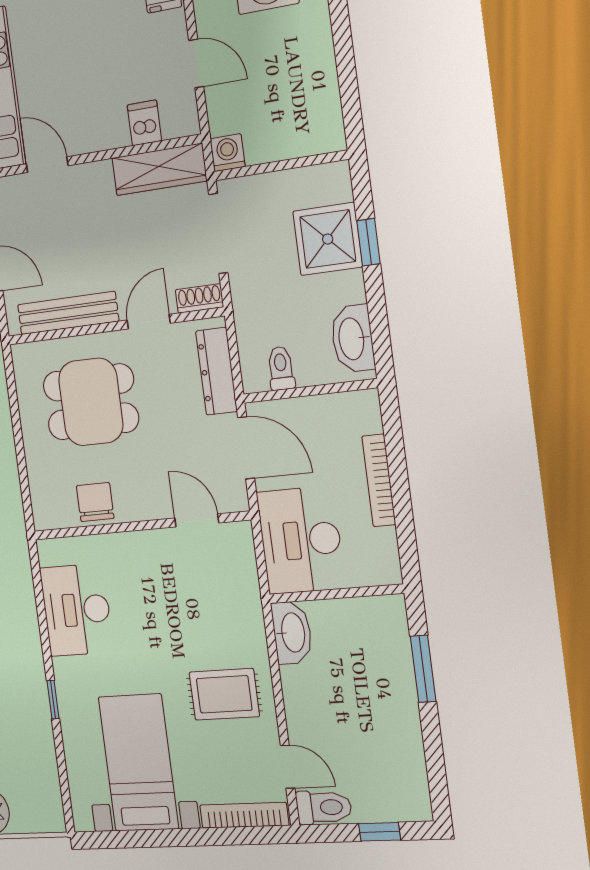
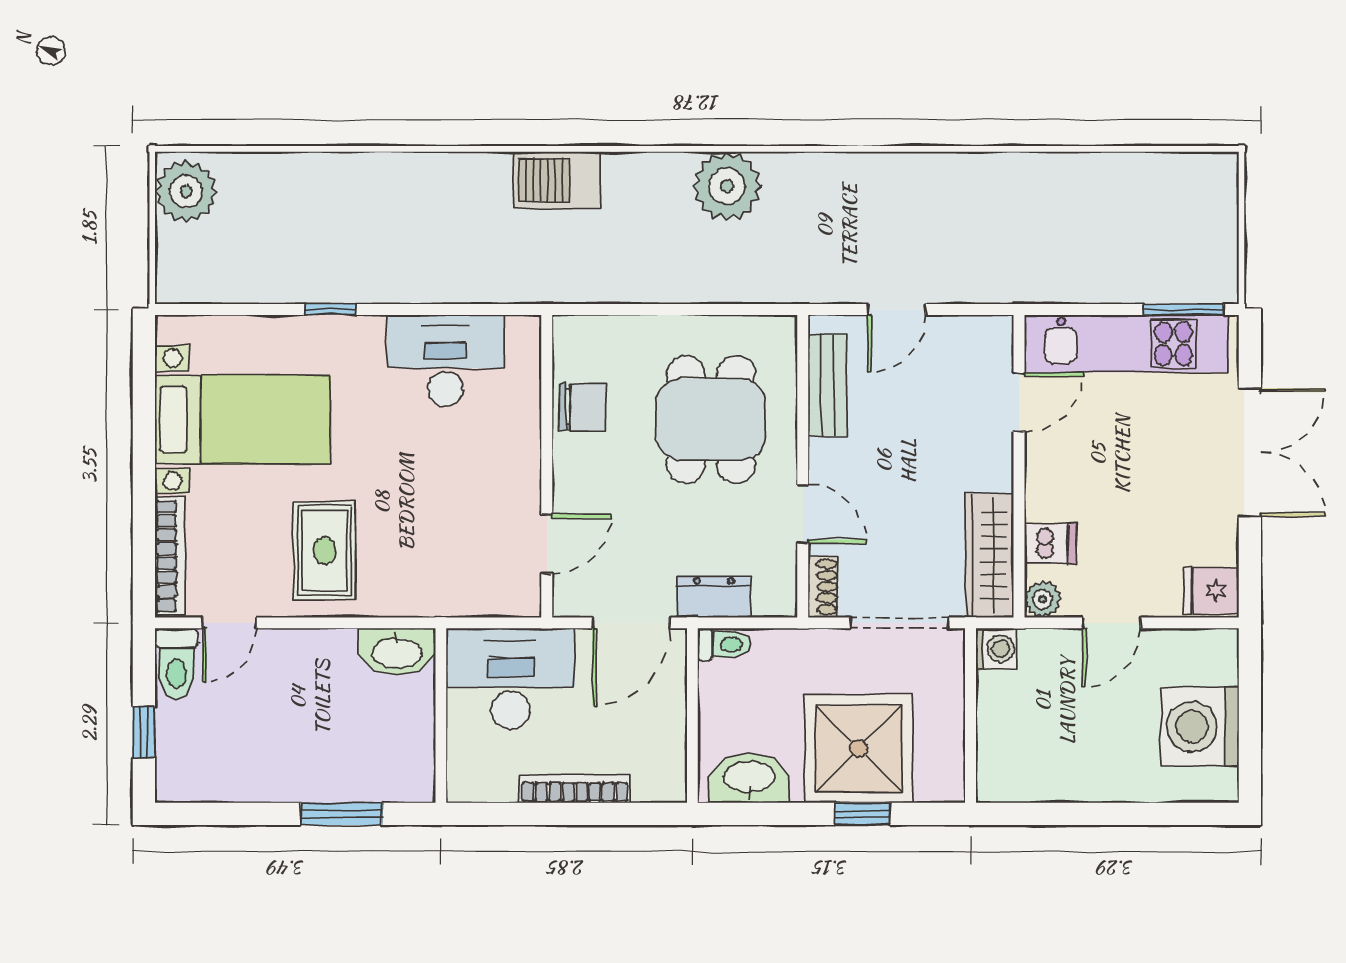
plant: (186, 122) -> (1043, 599), added
shower: (328, 239) -> (859, 749), width x1.37, depth x1.37
bench: (68, 313) -> (828, 385), width x0.73
toilet: (281, 368) -> (724, 644), moved
dresser: (216, 371) -> (714, 597), width x0.70

